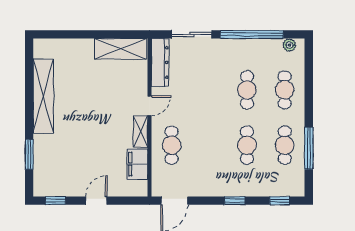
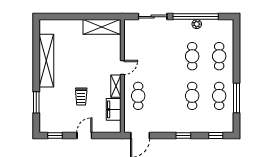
plant: (289, 45) -> (197, 24), moved
dresser: (160, 63) -> (130, 37), removed
trolley: (92, 146) -> (81, 97), added

